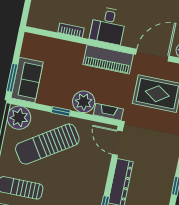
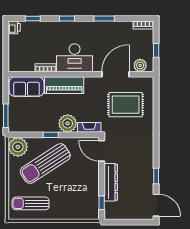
desk: (108, 26) -> (75, 58), width x1.37
piano: (108, 59) -> (64, 85), moved
sofa: (27, 80) -> (27, 87), moved, turned 90

